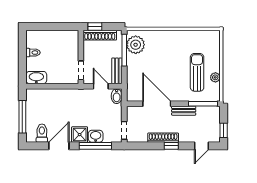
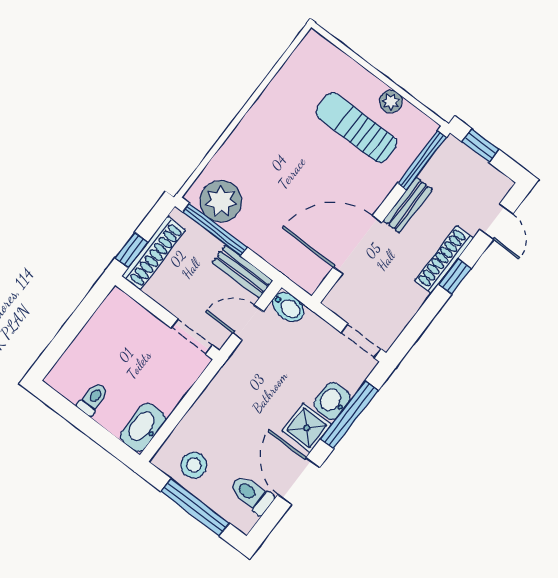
stool: (37, 105) -> (194, 465), added
window: (224, 130) -> (480, 146), moved
shoe rack: (163, 138) -> (444, 259), moved

